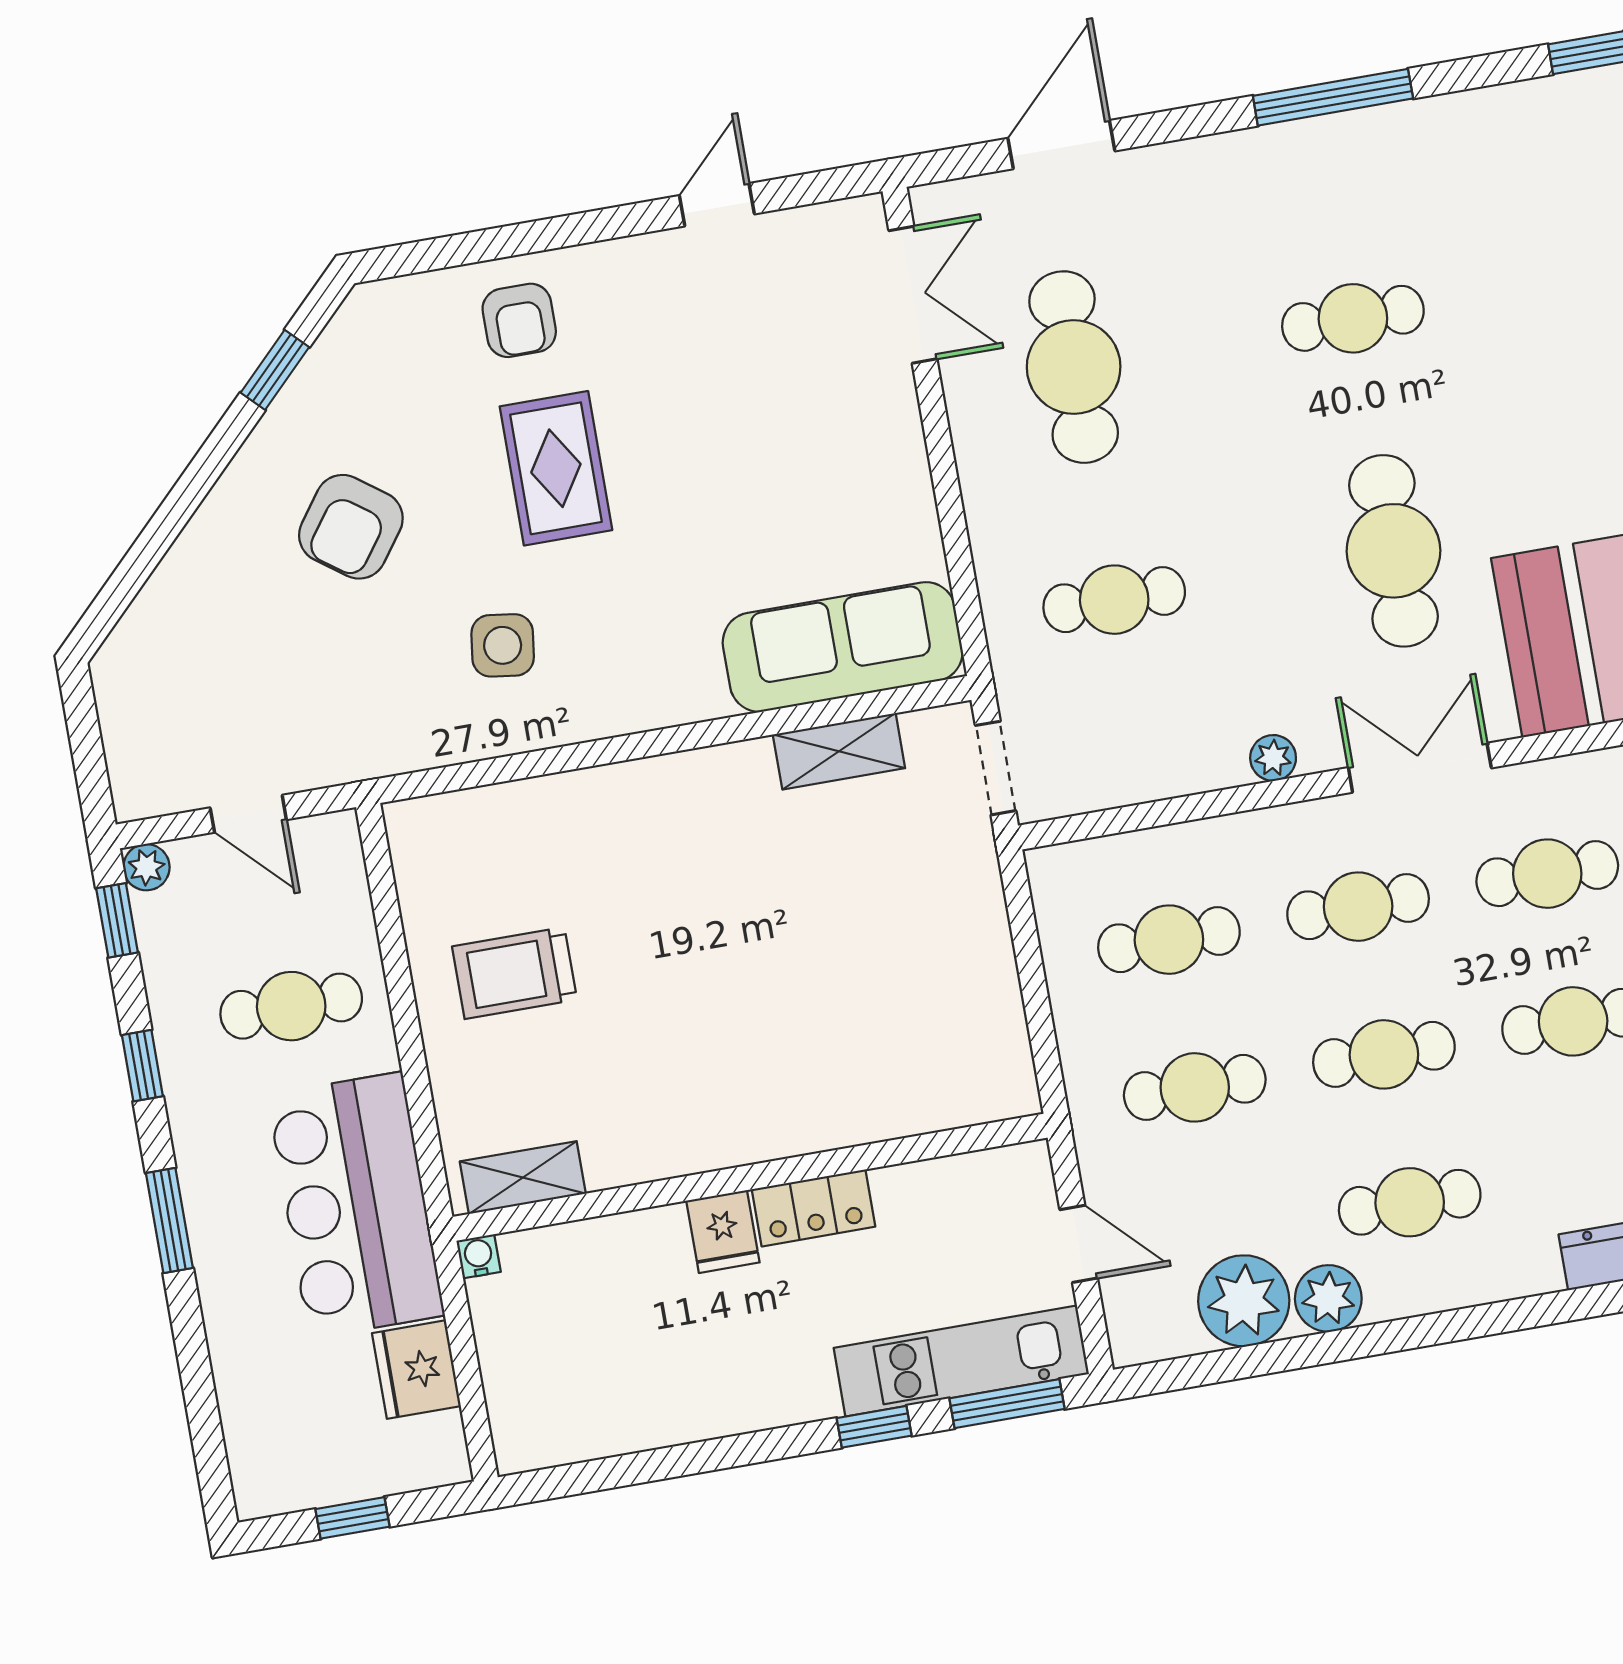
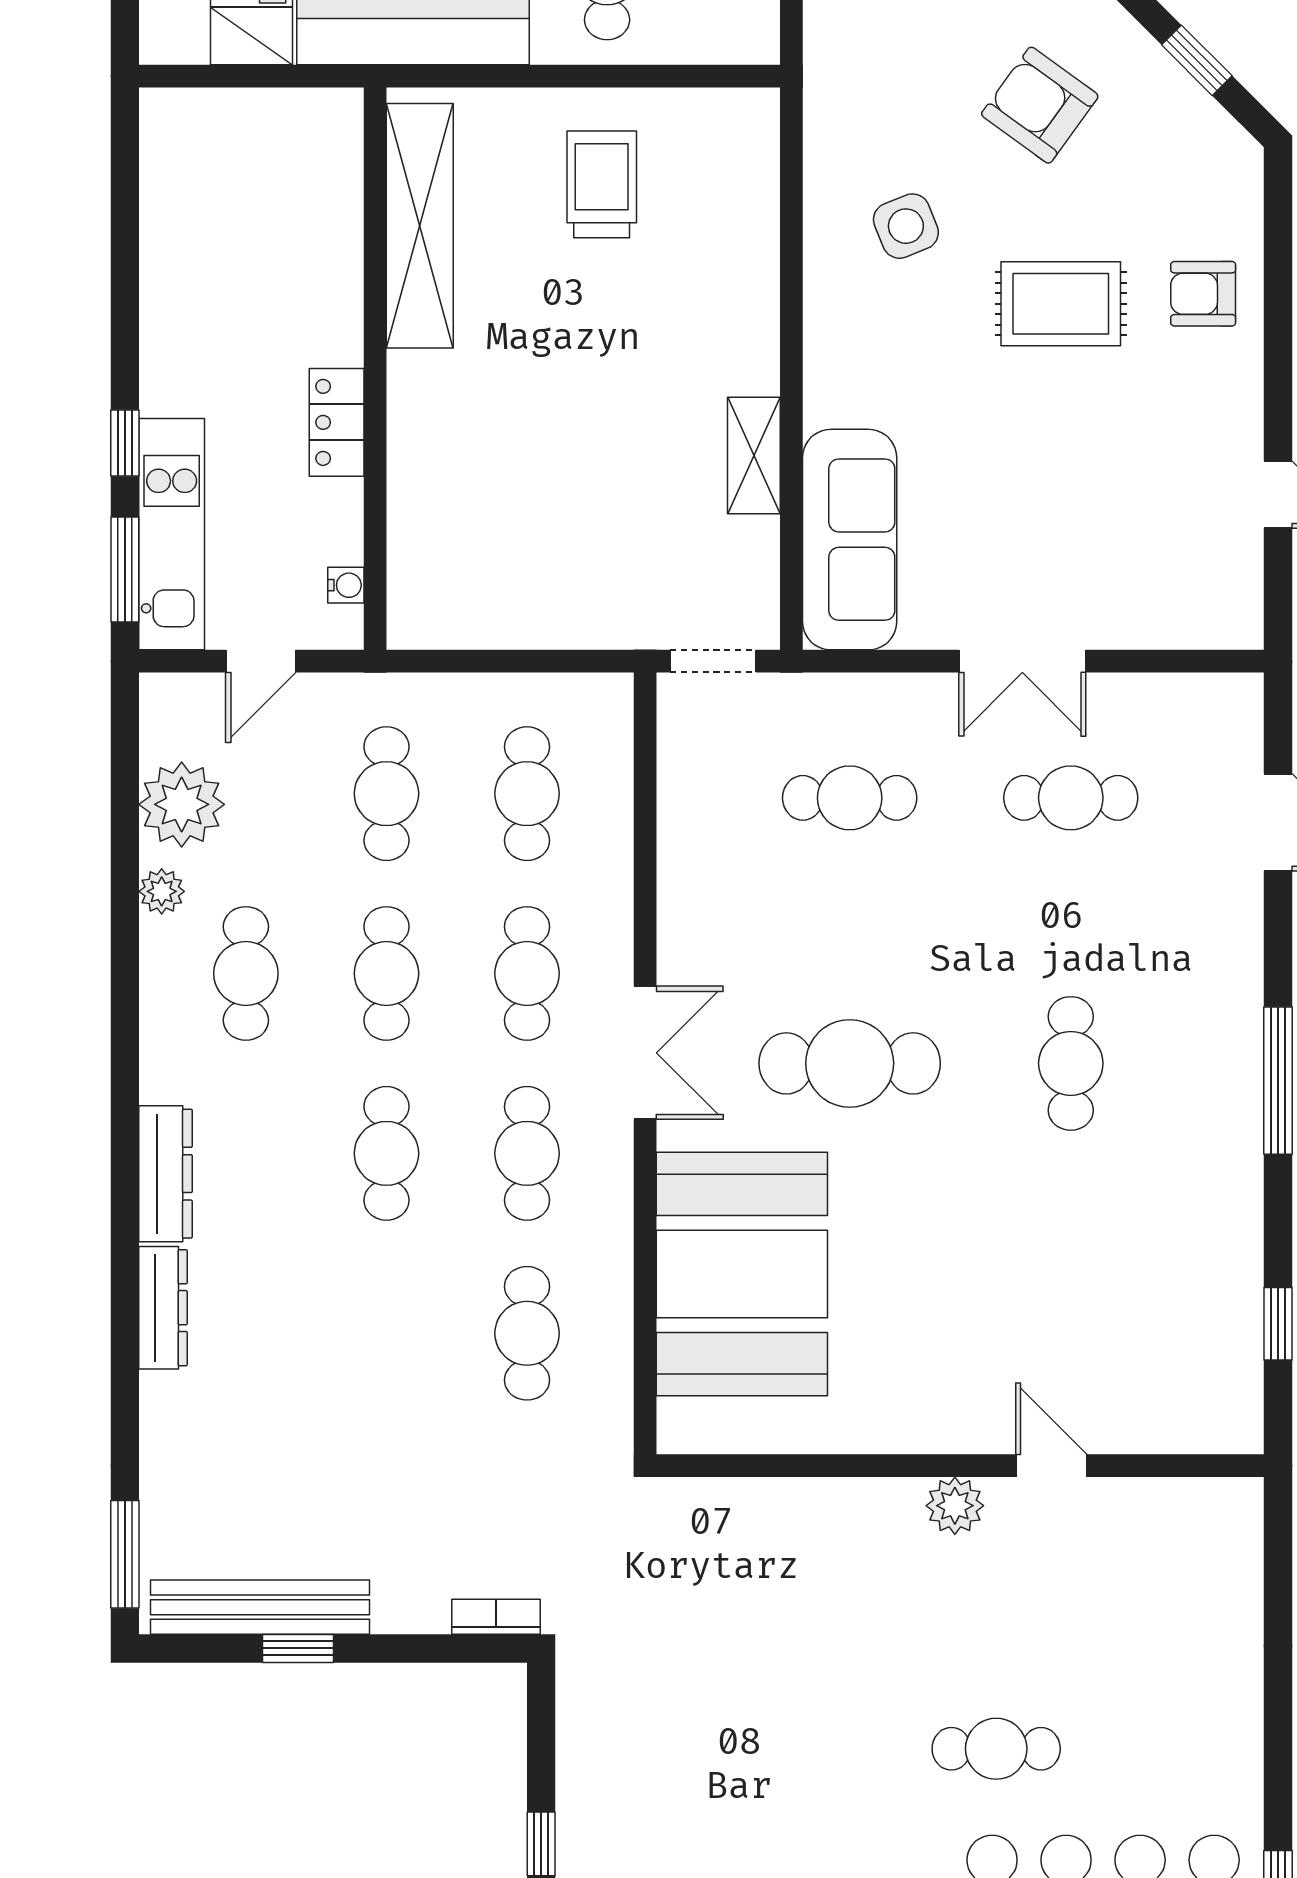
double door: (913, 295) -> (1022, 661), moved
cafe table: (1074, 367) -> (1071, 798), width x0.73, depth x0.74
cafe table: (1114, 600) -> (850, 798), turned 90
side table: (503, 645) -> (906, 226), turned -30
shelving: (839, 751) -> (754, 456), moved
plant: (1273, 758) -> (678, 919), removed
shelving: (523, 1178) -> (420, 226), width x2.20, depth x1.33
fridge: (723, 1232) -> (329, 335), removed
water cooler: (479, 1256) -> (346, 585), moved
plant: (1328, 1298) -> (162, 891), width x0.73, depth x0.73

